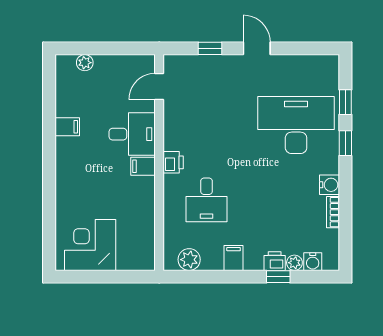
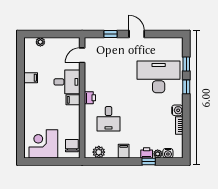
chair: (141, 248) -> (72, 146), added

